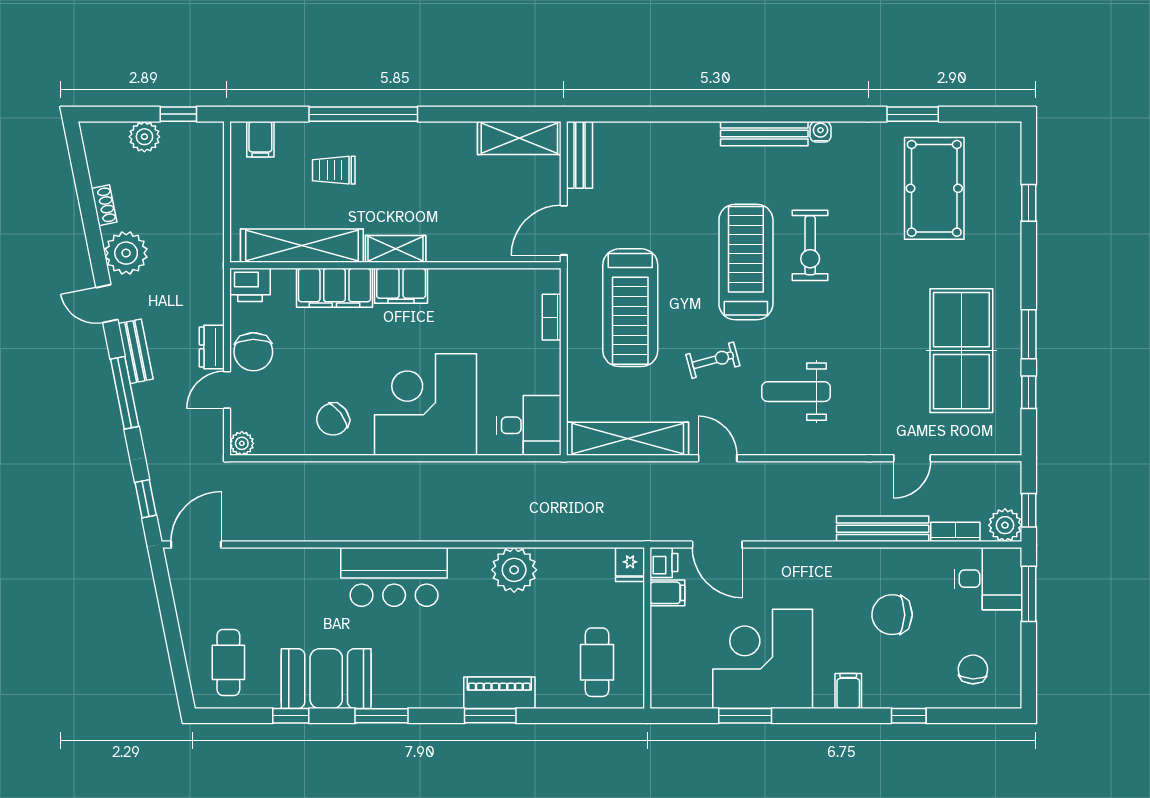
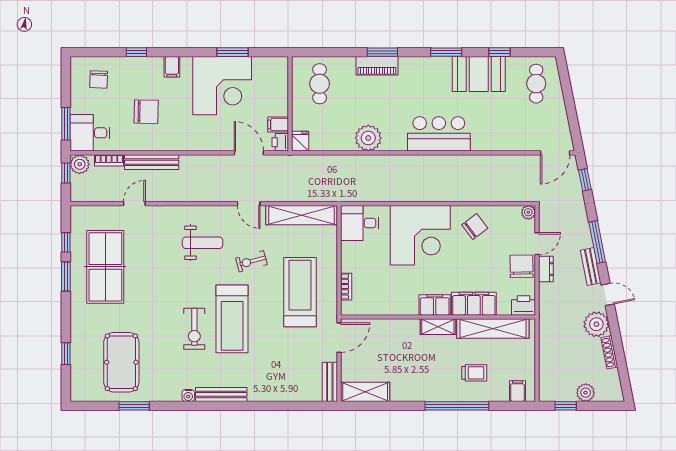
shoe rack: (104, 205) -> (609, 352), width x1.43
exercise bike: (810, 245) -> (194, 329), turned 180

